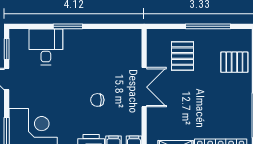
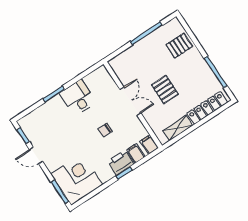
desk: (46, 47) -> (78, 98), moved
pallet: (182, 56) -> (165, 89), moved

